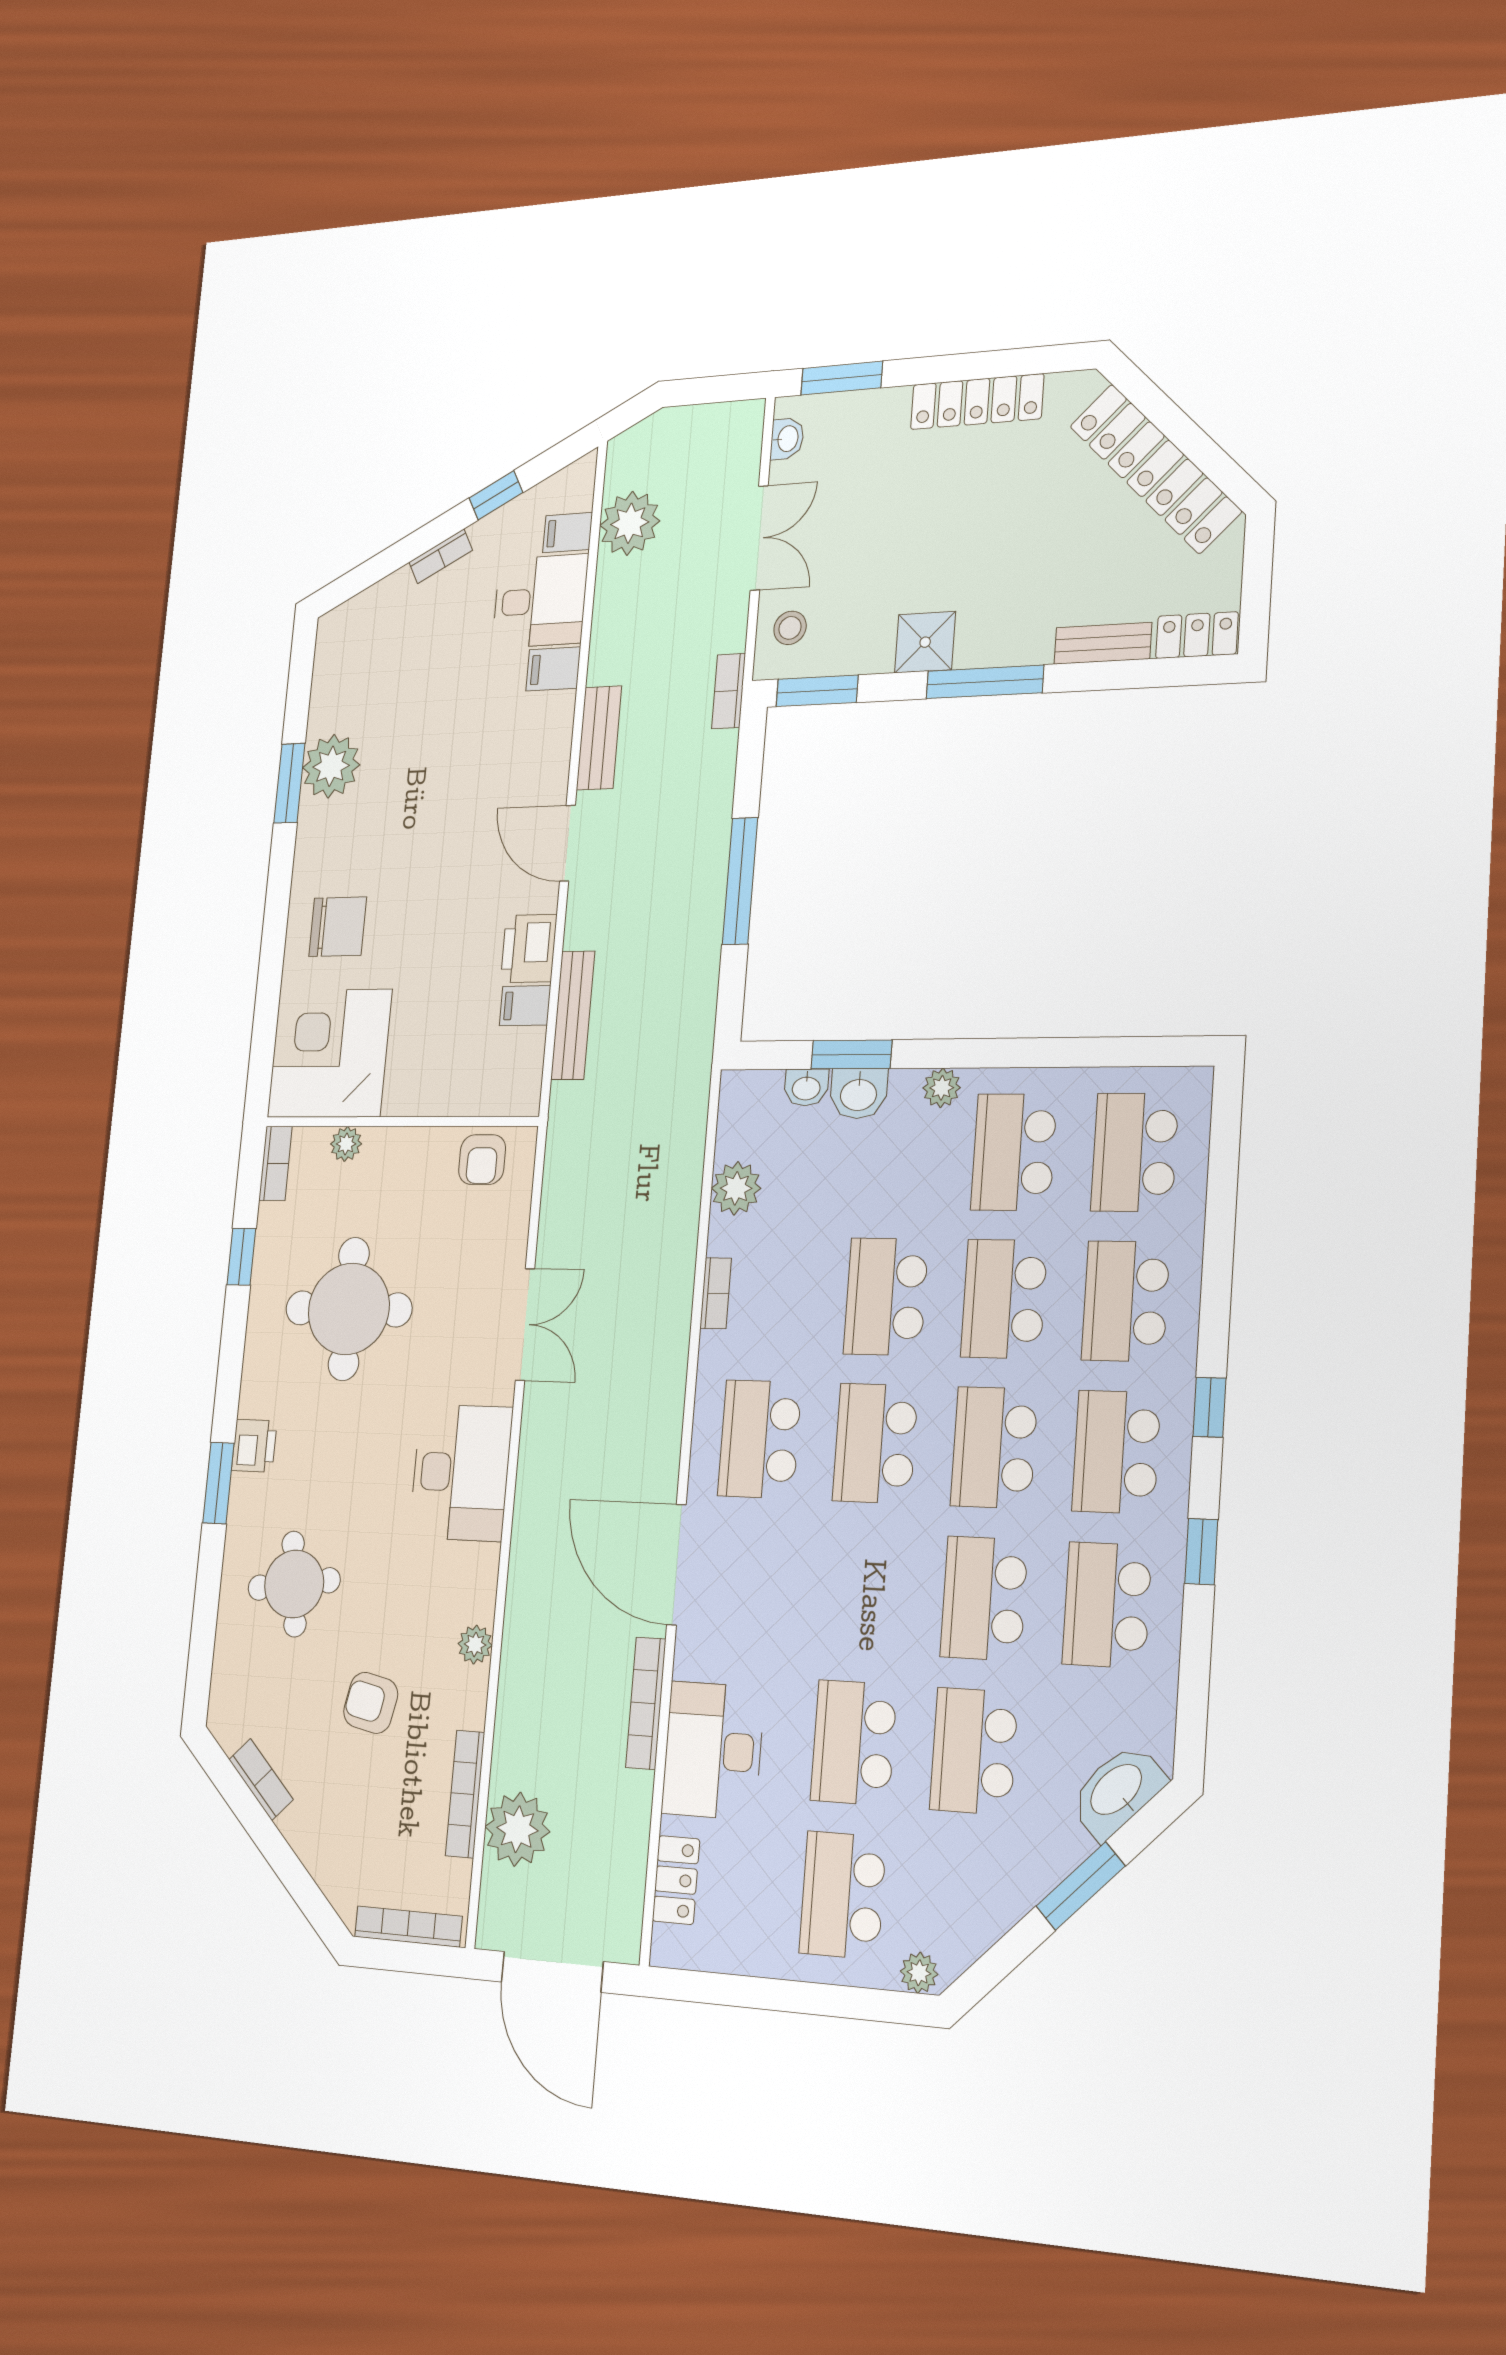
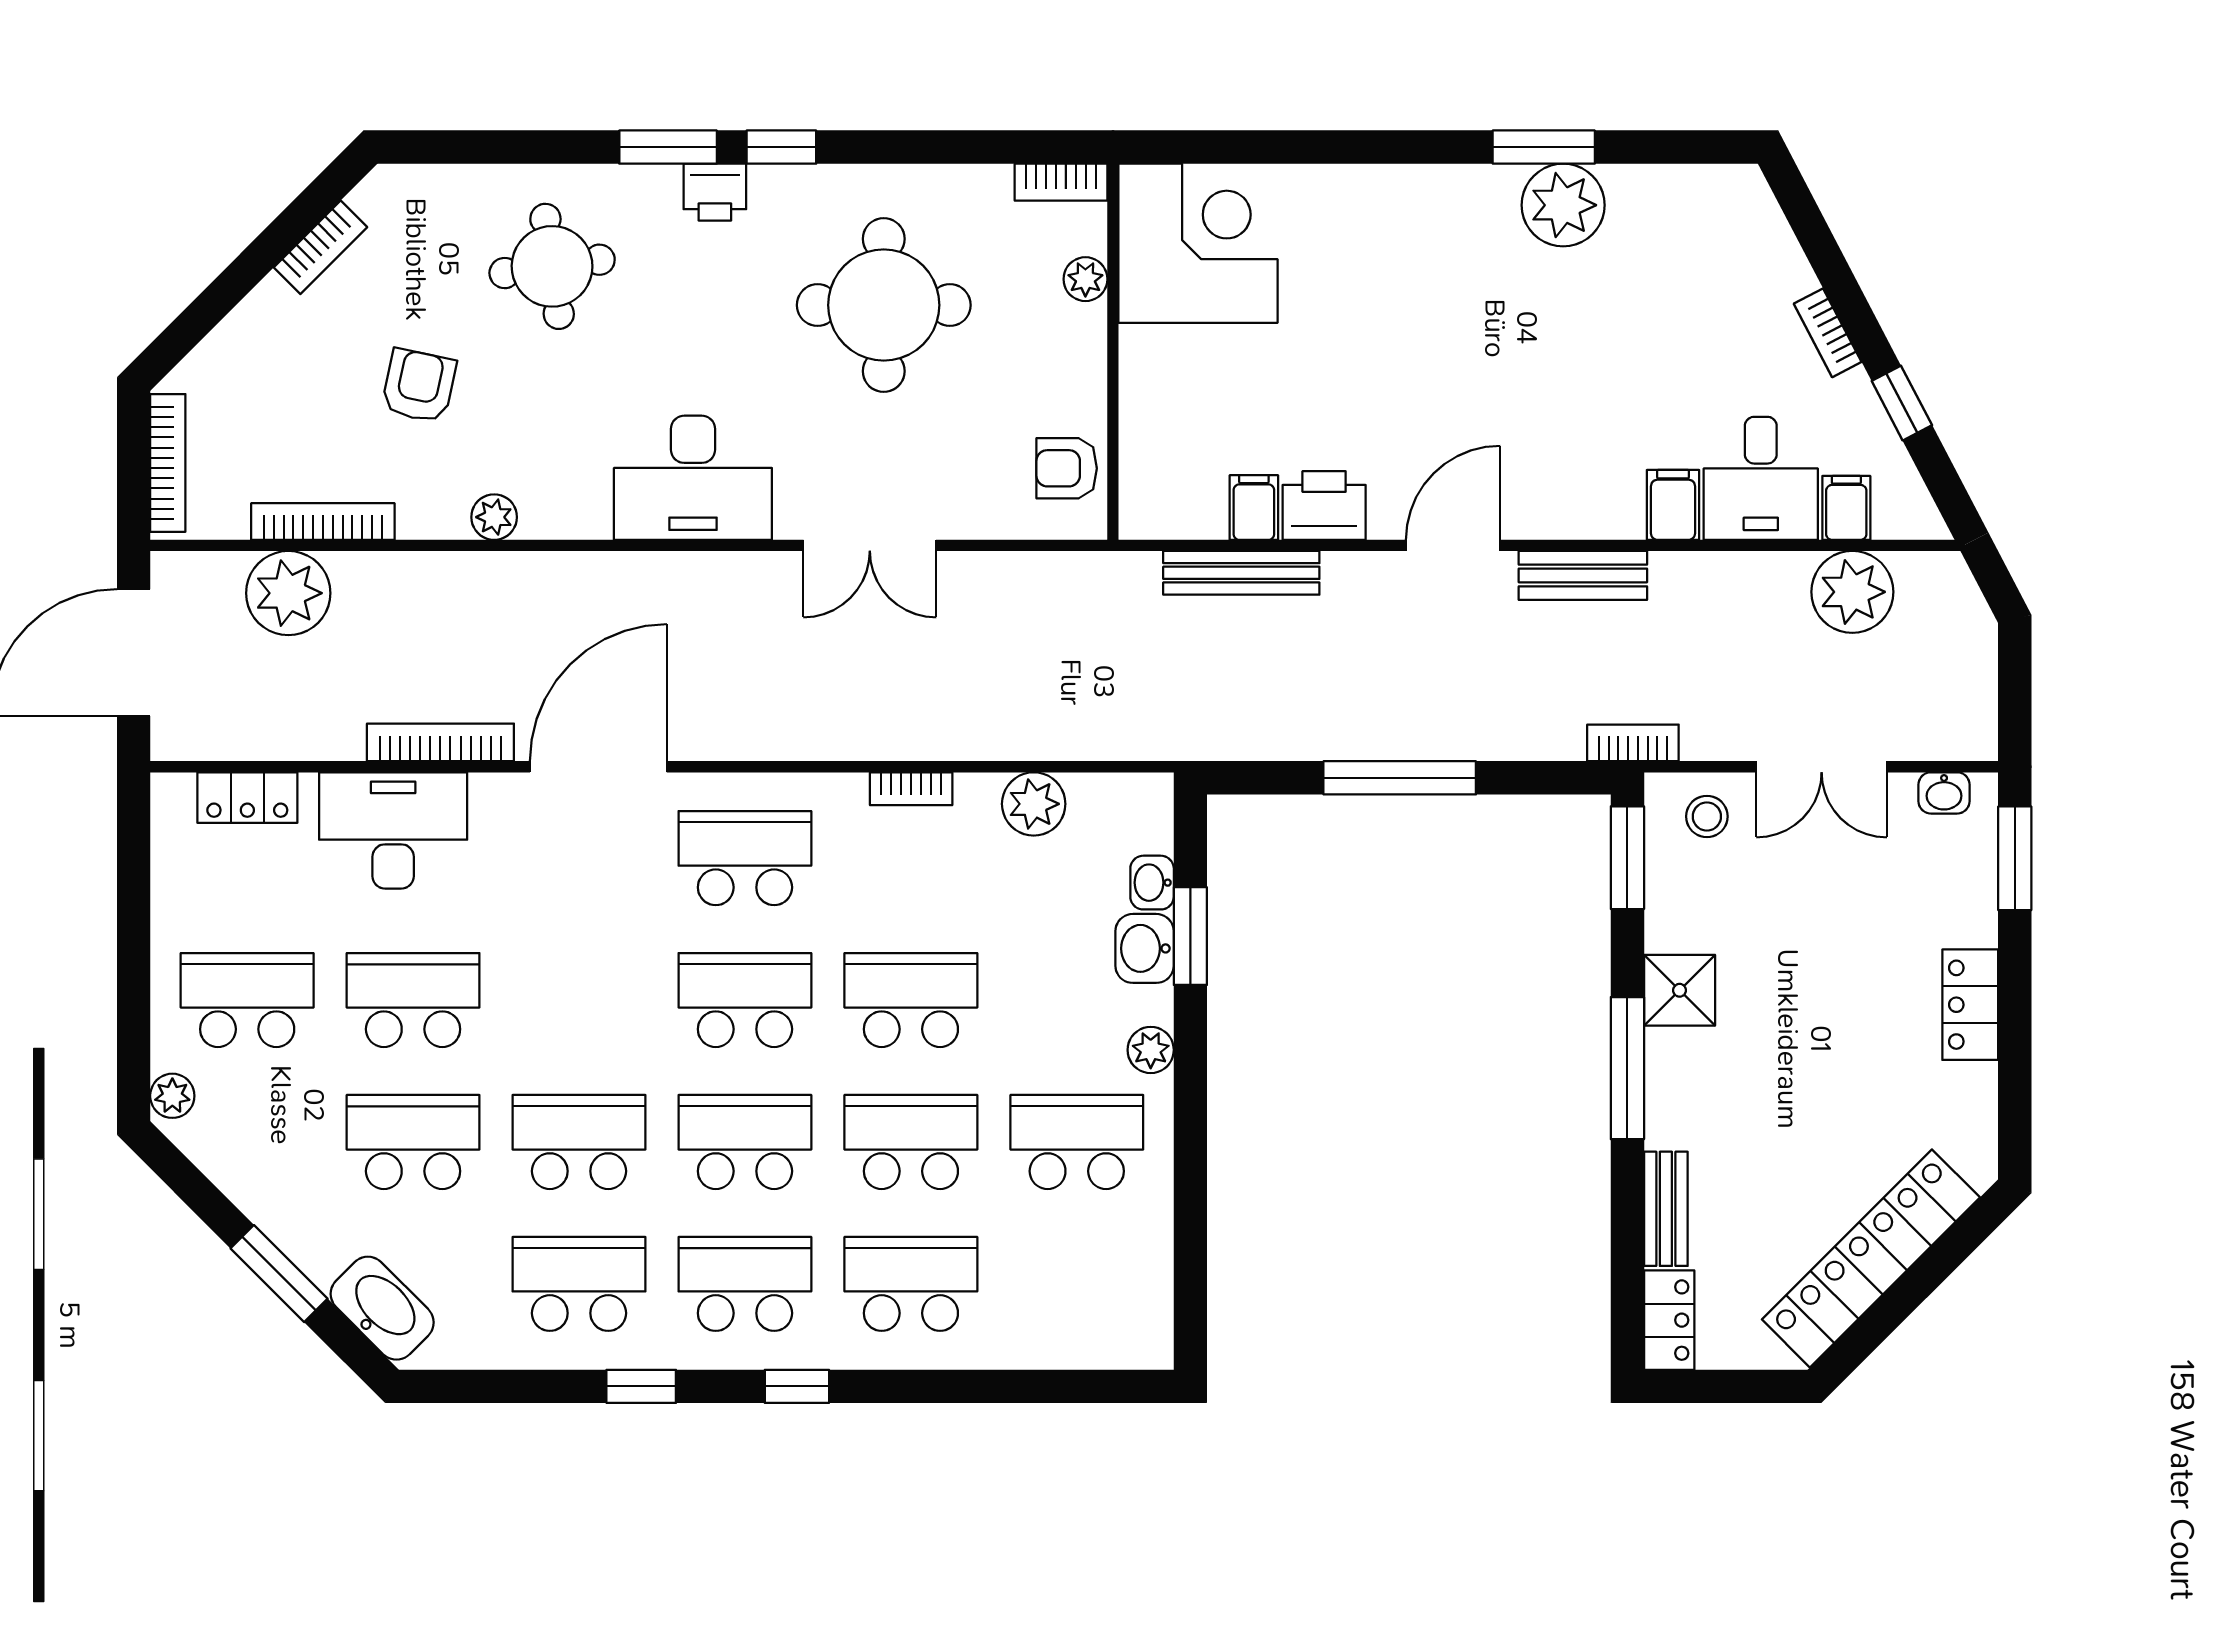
locker: (977, 402) -> (1970, 1005), width x0.66
chair: (338, 927) -> (1357, 237), removed
school desk: (1135, 1152) -> (1077, 1284), removed
window: (241, 1257) -> (781, 147), moved

